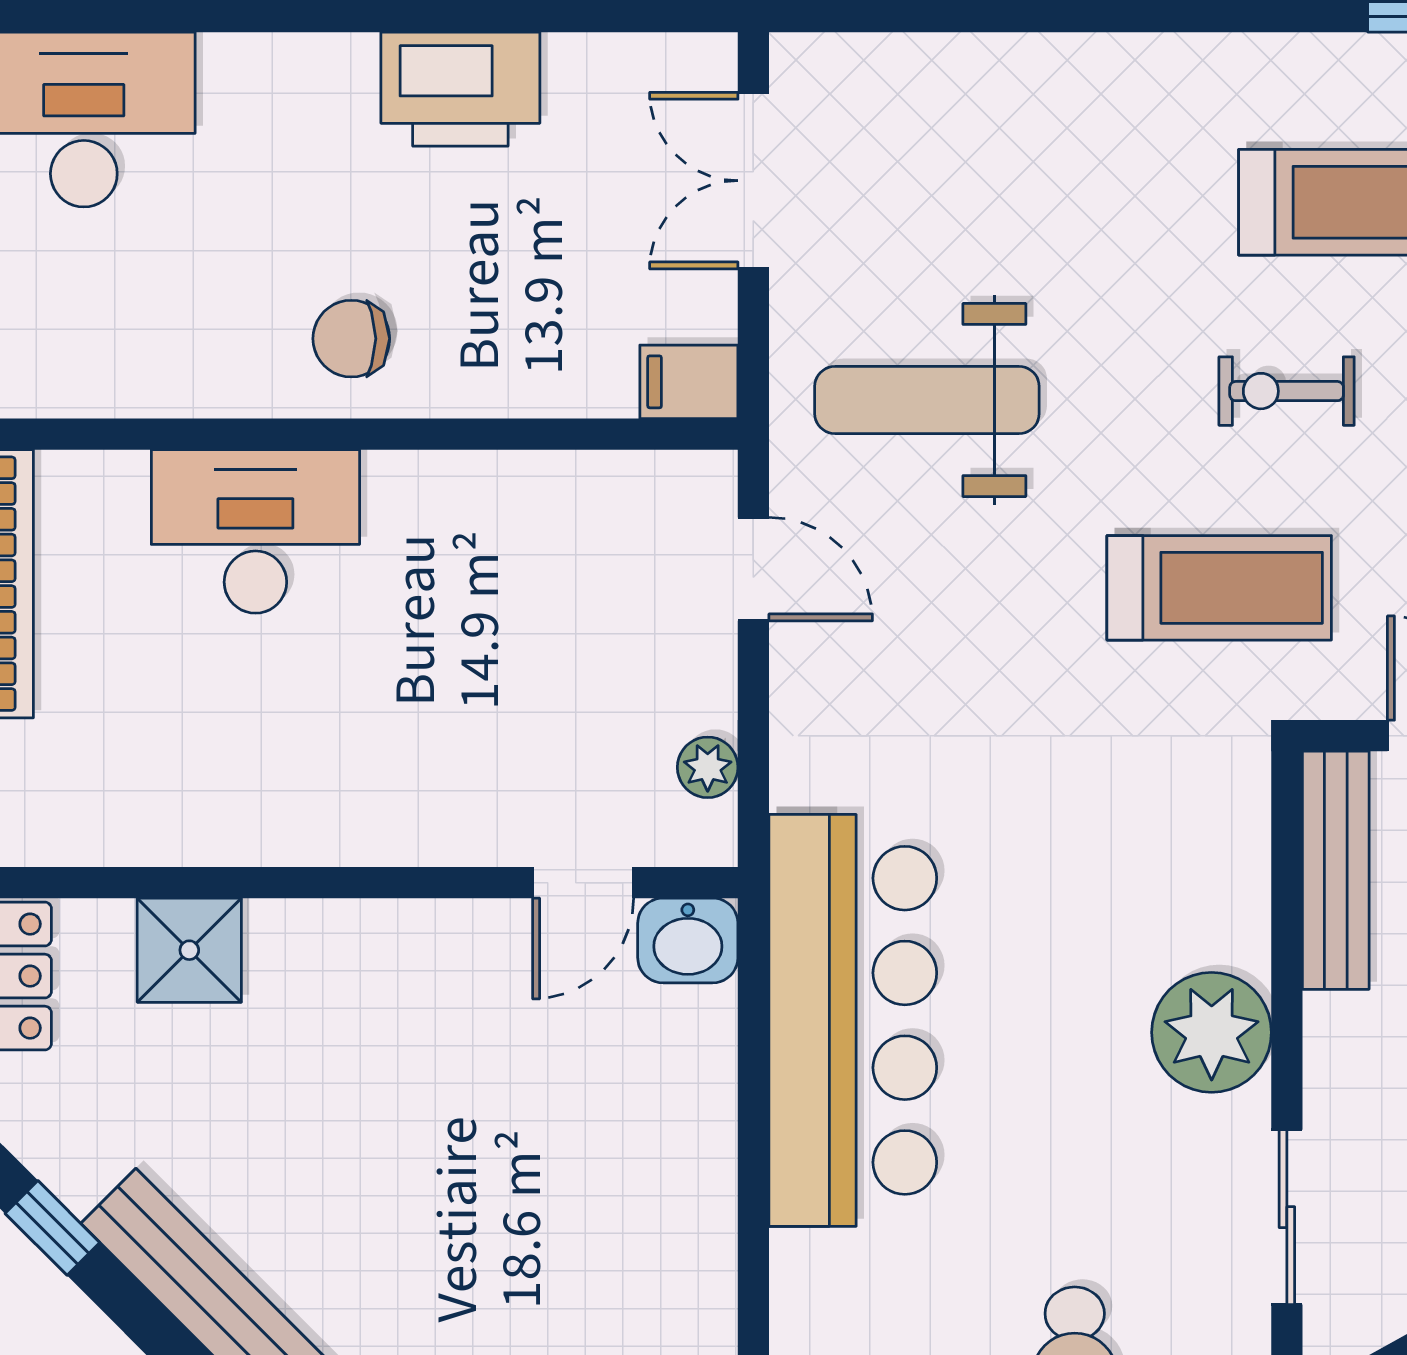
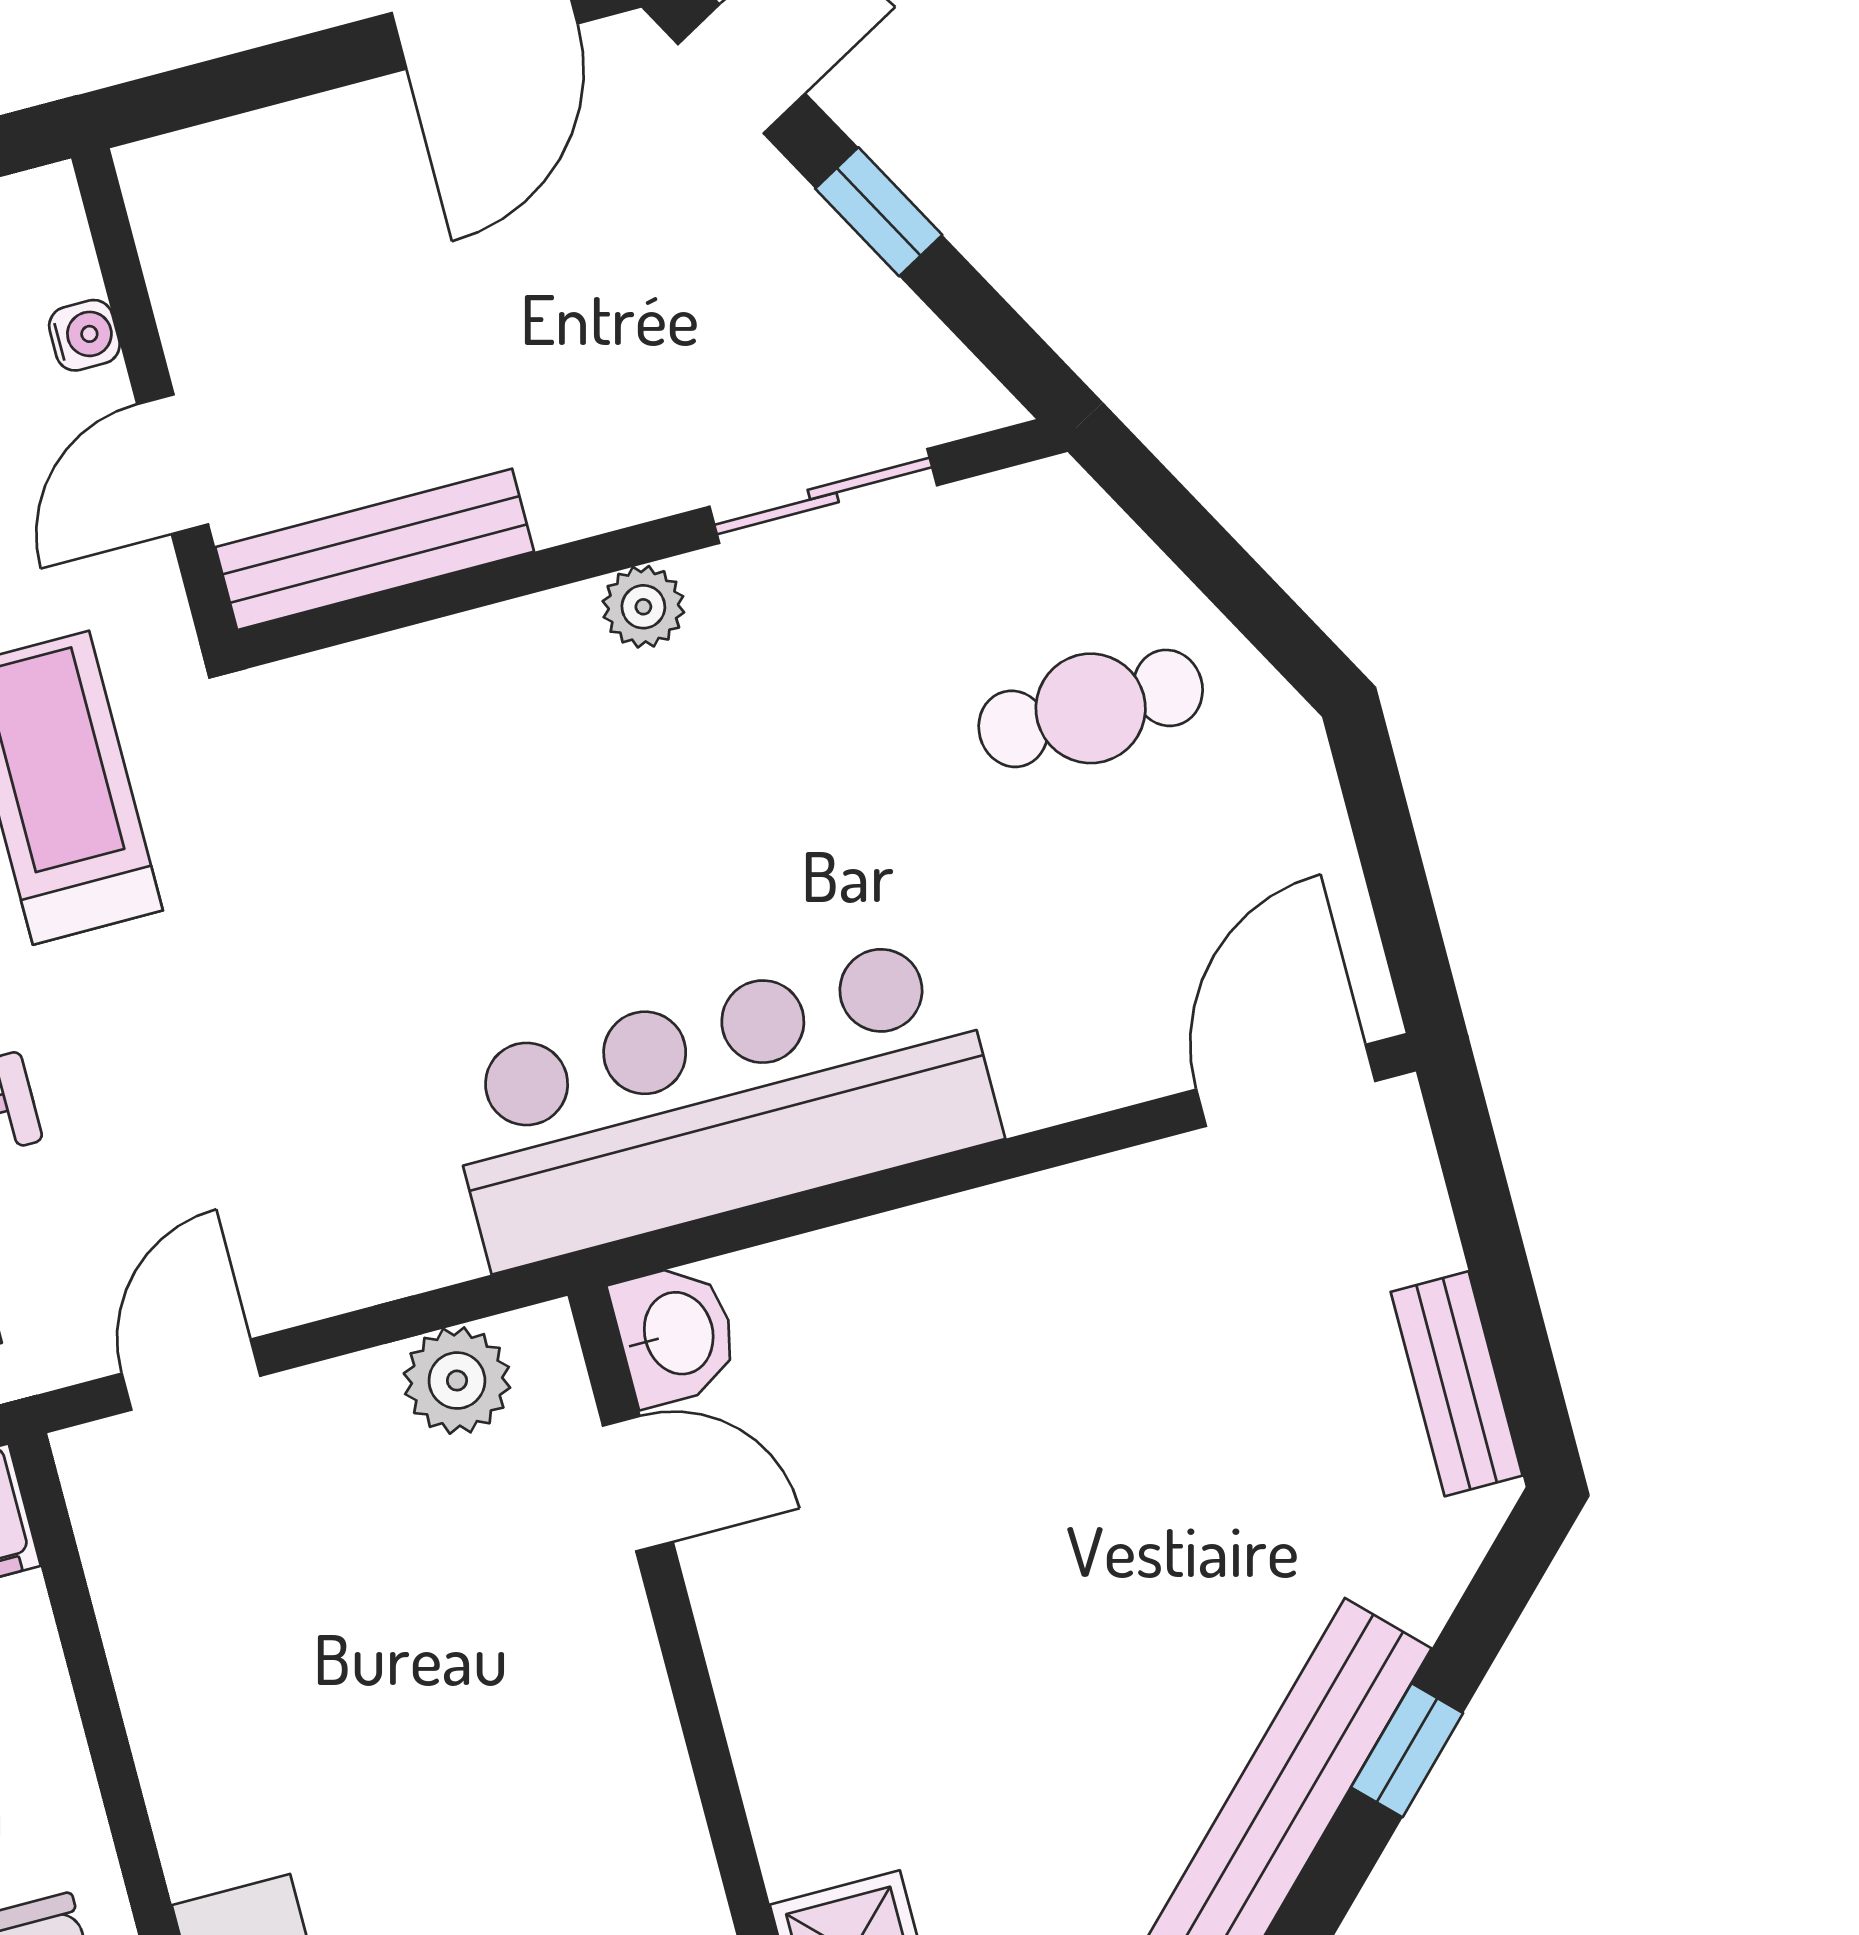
plant: (708, 767) -> (457, 1381), width x1.38, depth x1.38
plant: (1212, 1032) -> (643, 607), width x0.53, depth x0.53

